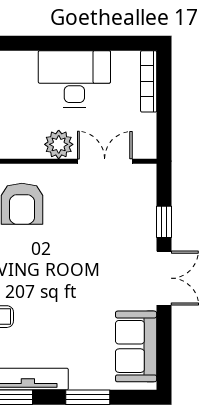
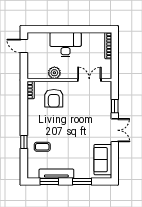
desk: (74, 79) -> (66, 45), moved
plant: (59, 144) -> (54, 73), moved

